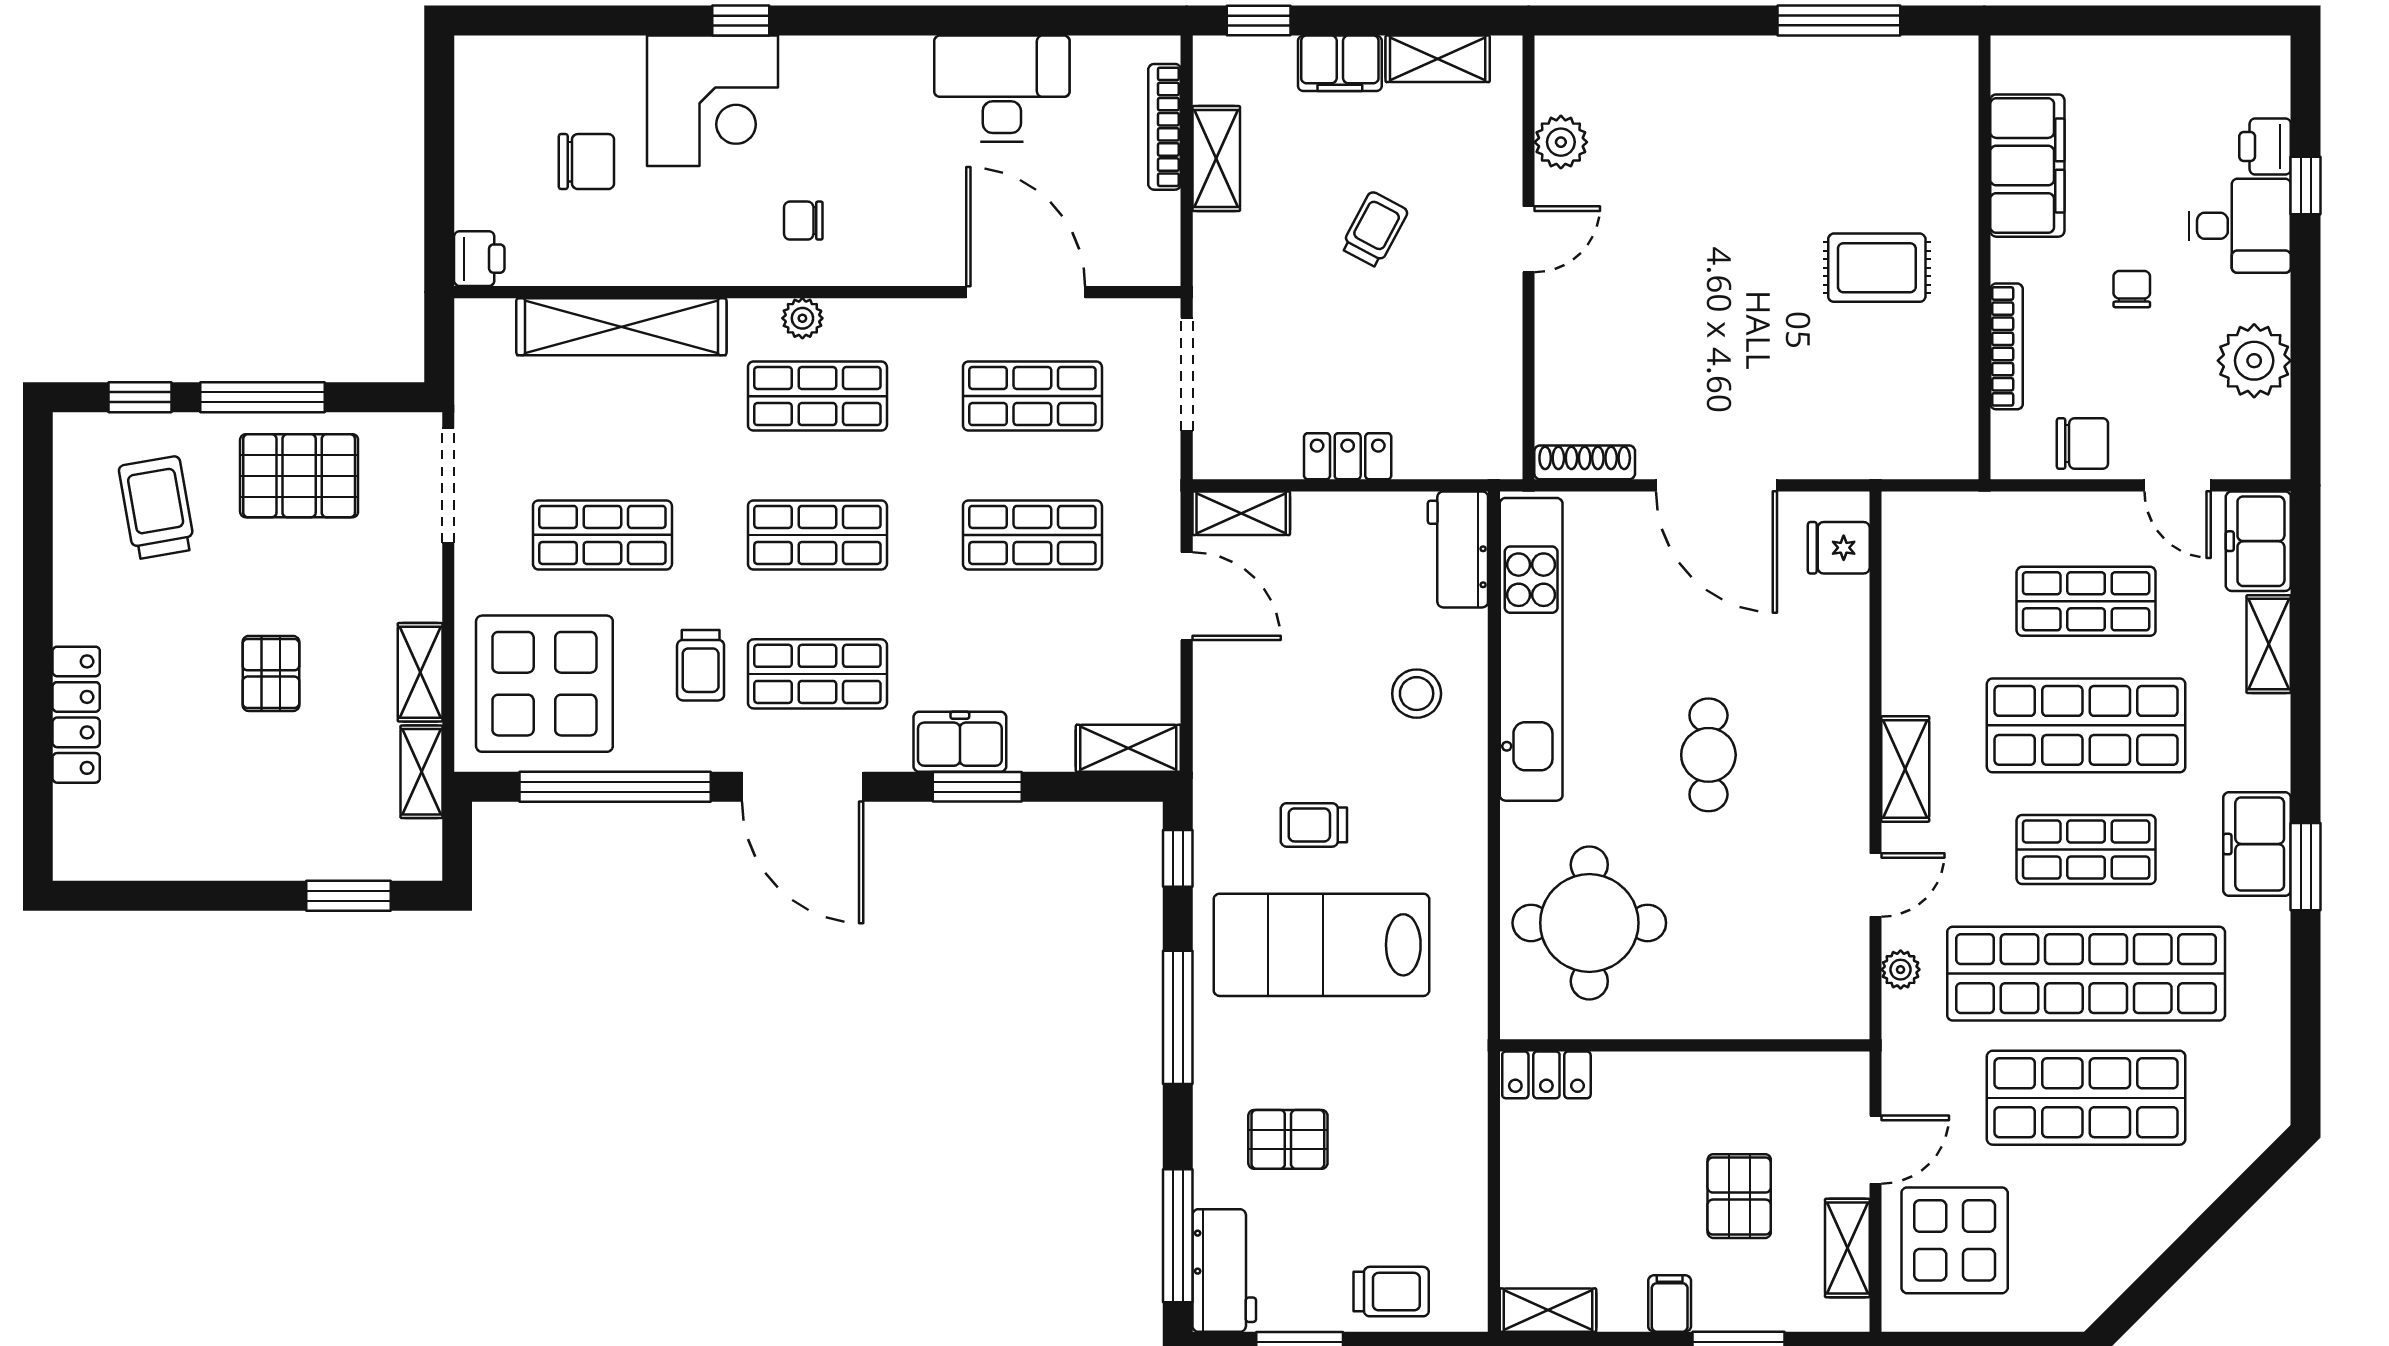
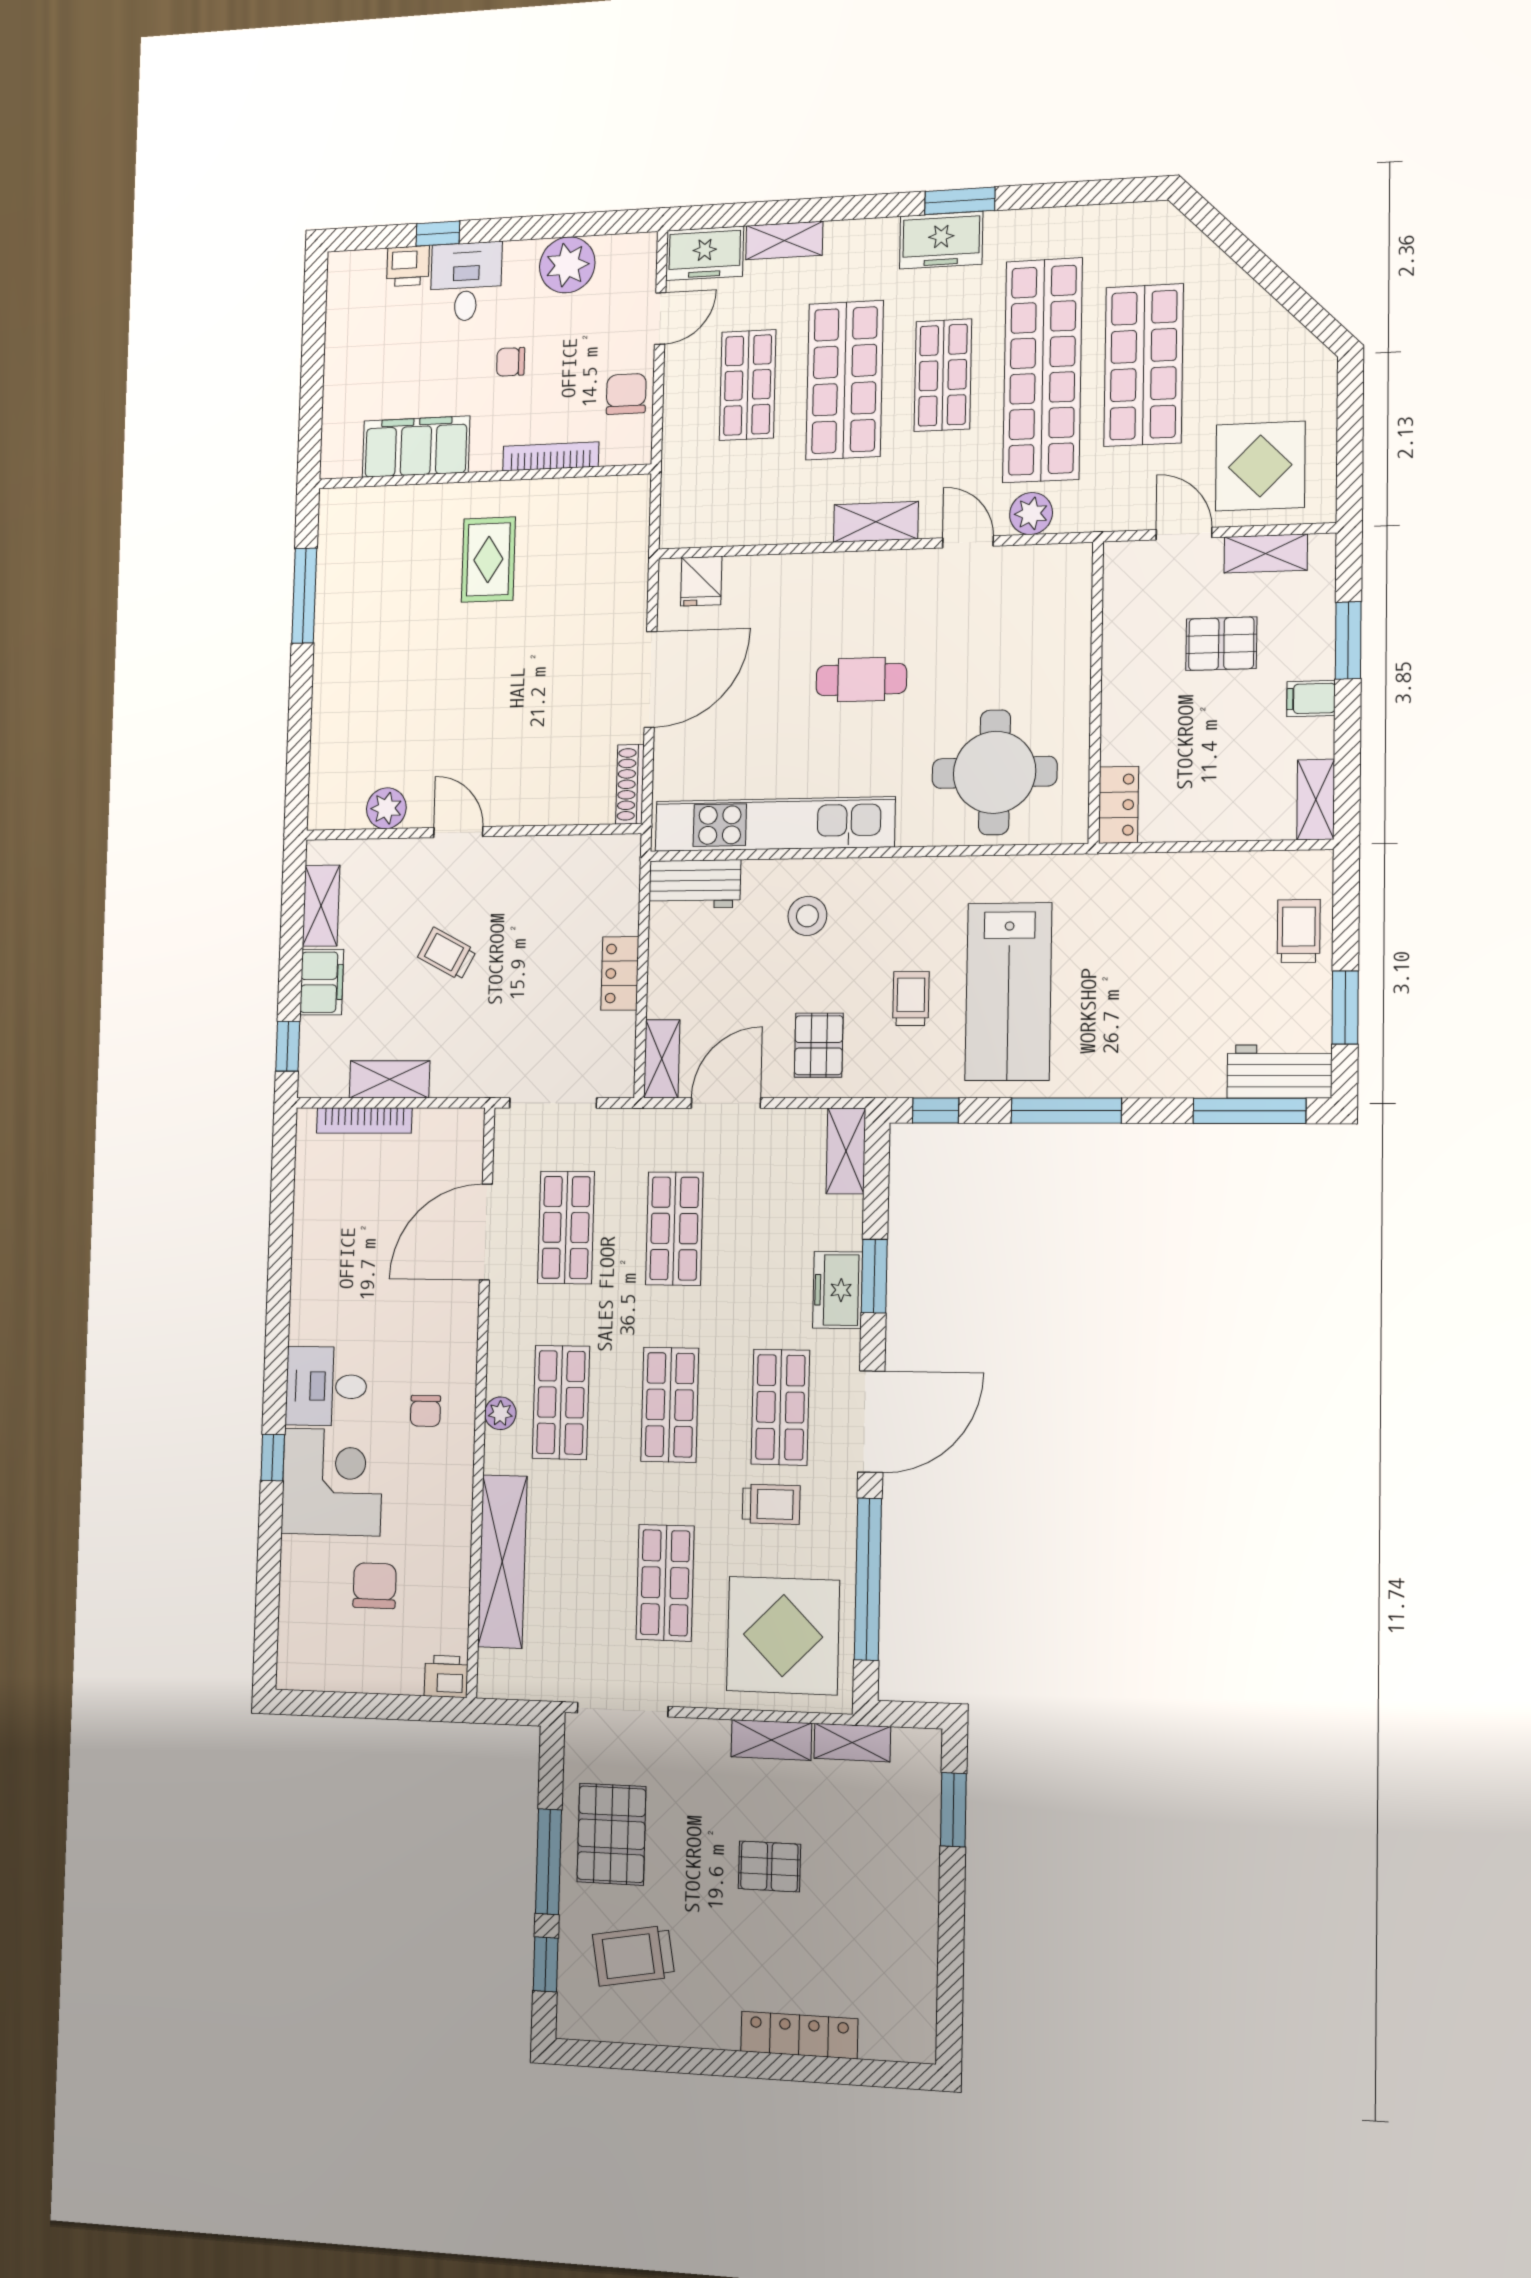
desk: (1002, 88) -> (326, 1386), moved, width x0.73
trolley: (1314, 825) -> (911, 998), turned 180
plant: (1901, 970) -> (1031, 514), width x1.38, depth x1.38
pallet: (1288, 1139) -> (819, 1045), moved

